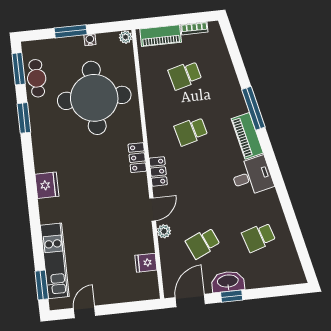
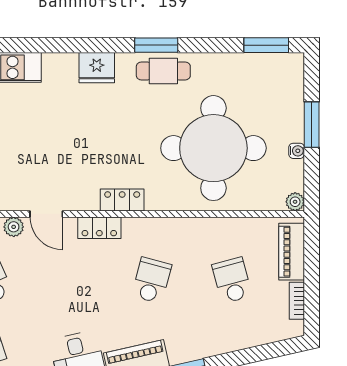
cafe table: (37, 78) -> (163, 71), moved
window: (24, 118) -> (156, 45), moved
school desk: (191, 131) -> (152, 280), turned 30

